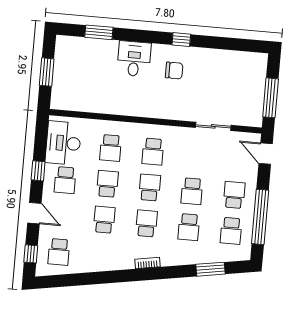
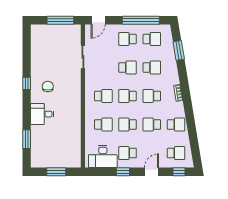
school desk: (65, 180) -> (128, 153), turned 180
school desk: (101, 256) -> (176, 125), added

